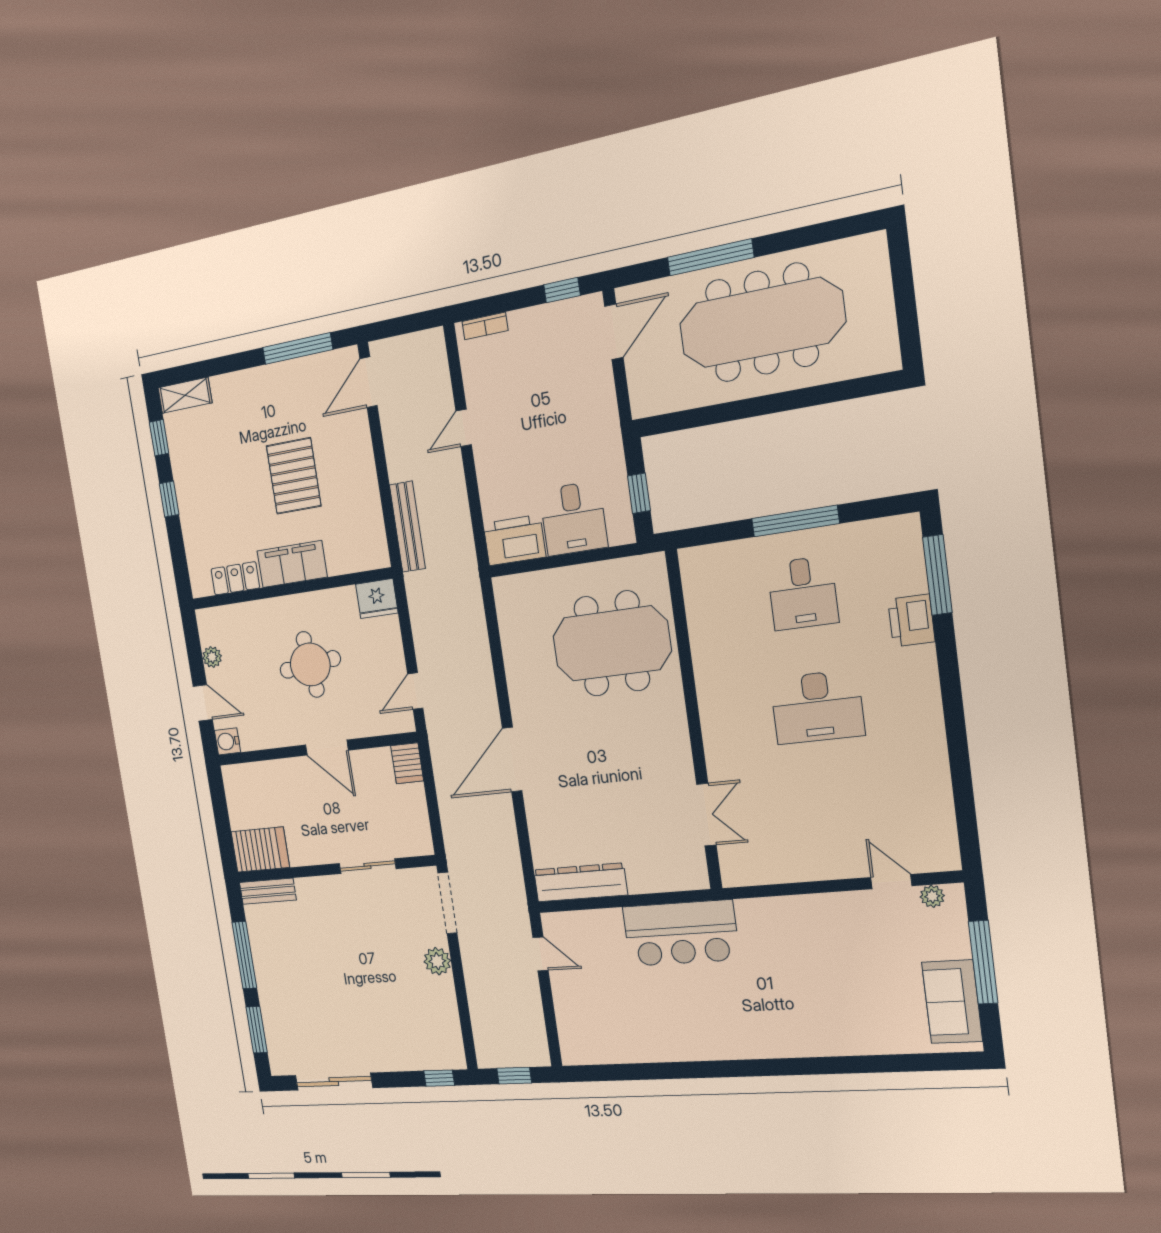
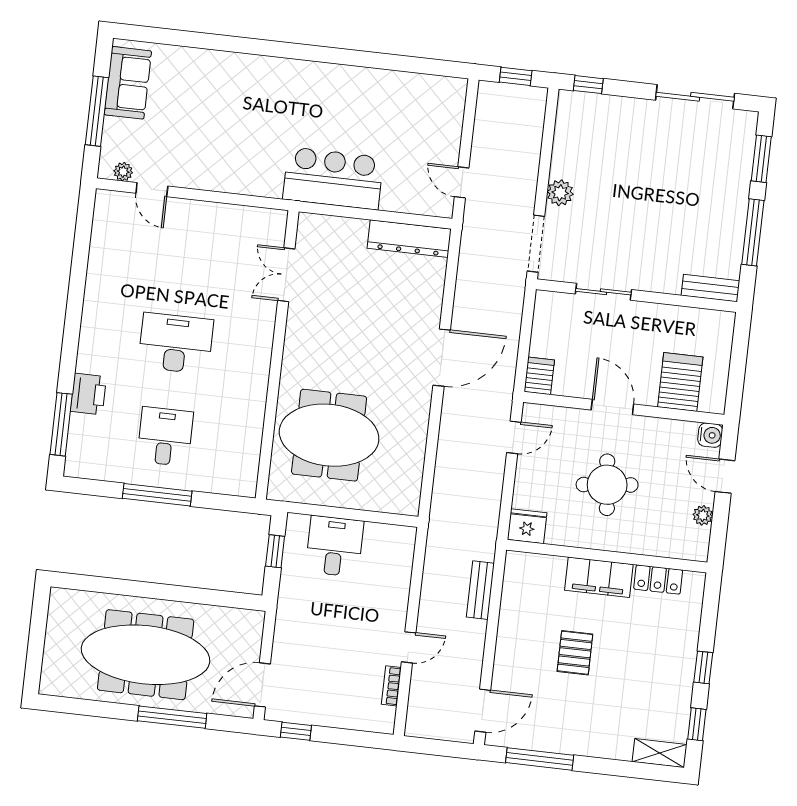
bookcase: (485, 326) -> (391, 686), moved, turned -90
pallet: (294, 476) -> (575, 653), width x0.67, depth x0.71
bench: (407, 527) -> (480, 590), width x0.73
printer: (514, 540) -> (390, 542), removed
server rack: (260, 849) -> (680, 382), moved, turned 90

